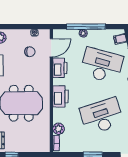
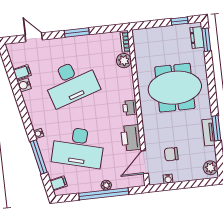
printer: (60, 96) -> (130, 108), width x0.53, depth x0.68

